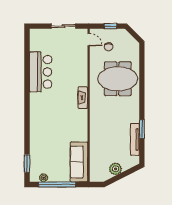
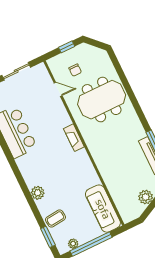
door: (89, 40) -> (58, 89), moved
plant: (35, 126) -> (38, 193), added
coffee table: (39, 152) -> (55, 218), added

